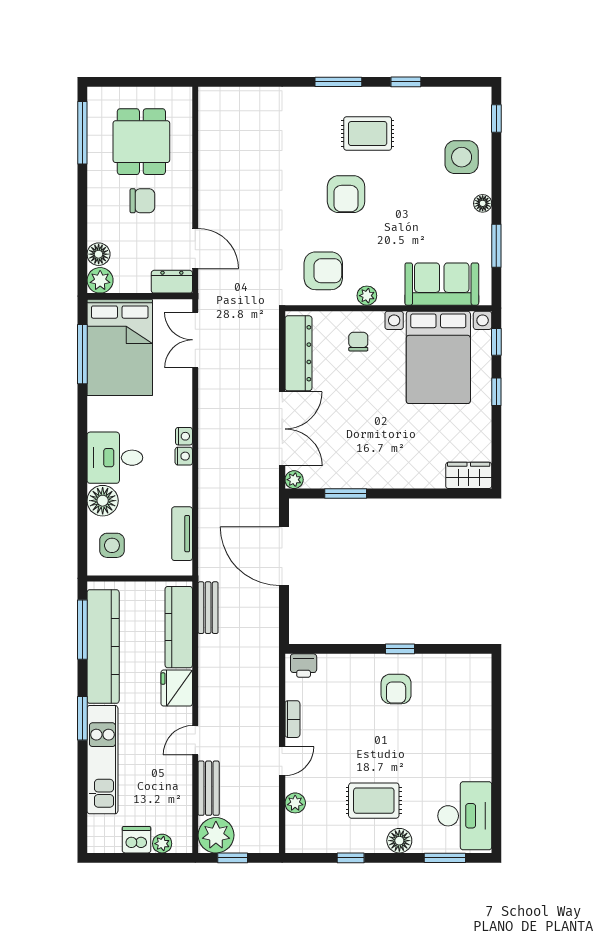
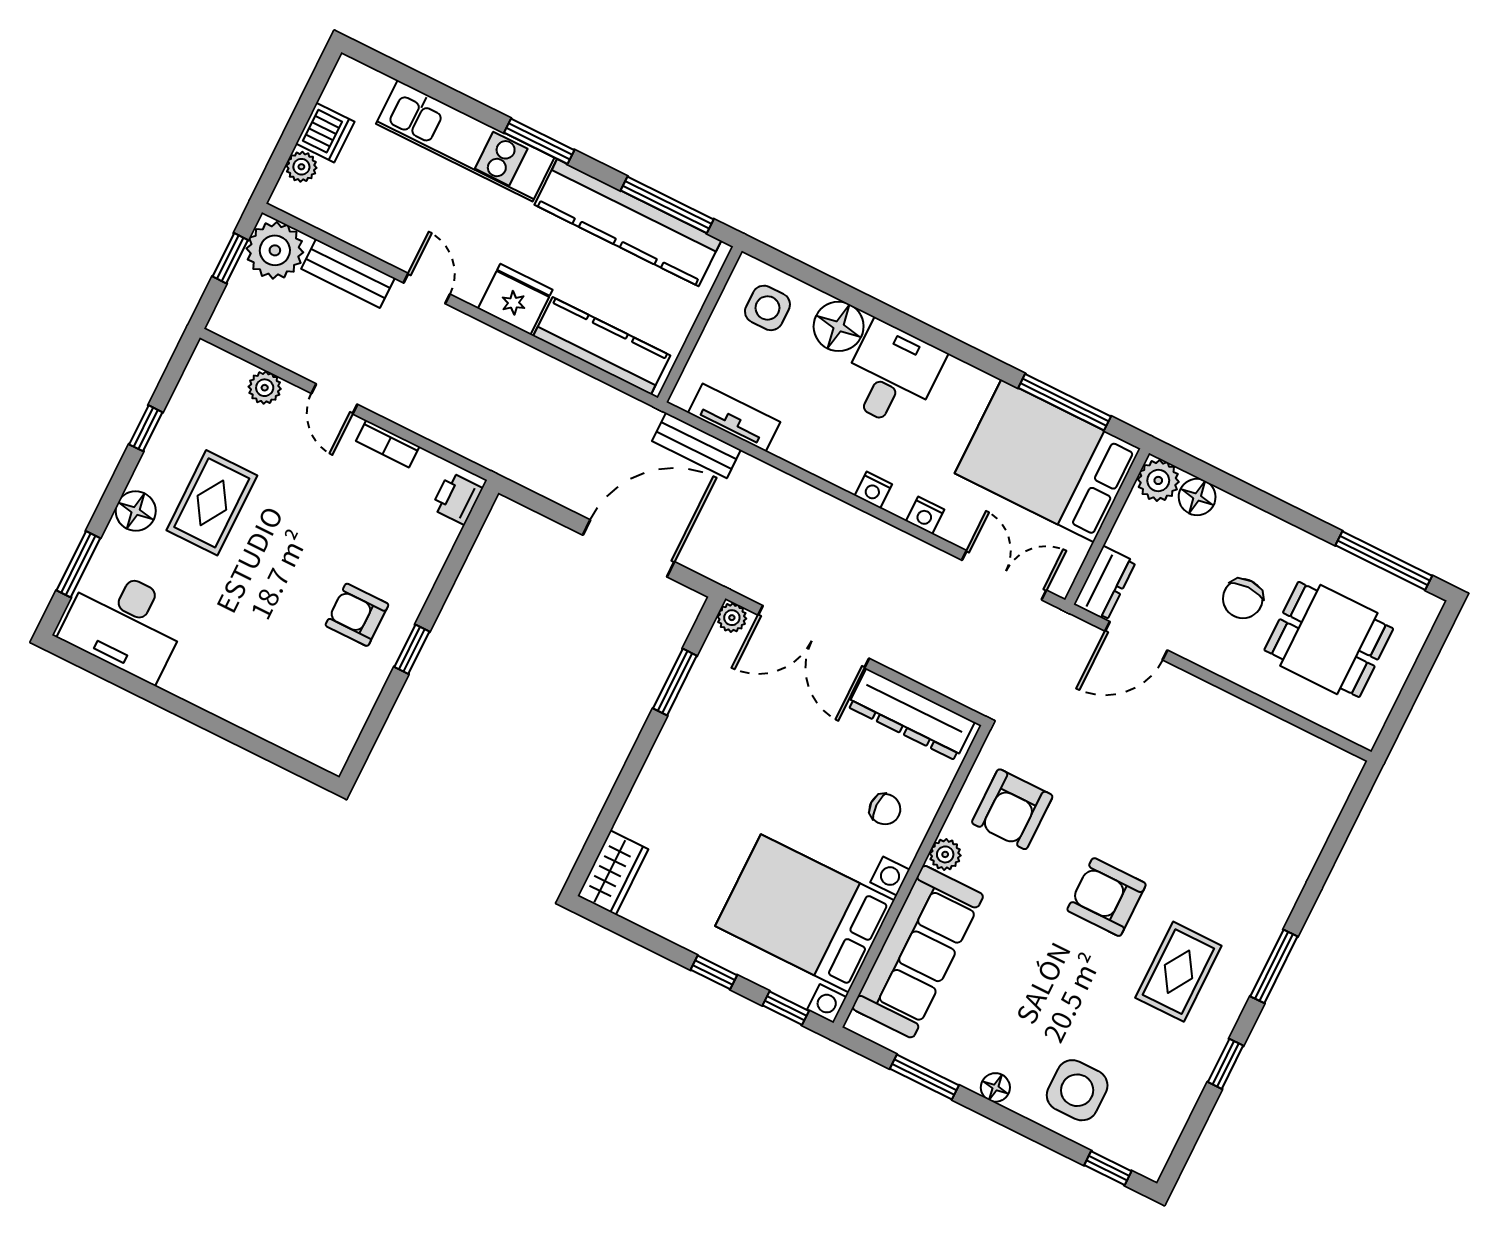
sofa: (442, 284) -> (918, 952), width x1.36
nightstand: (184, 456) -> (925, 515), moved
bench: (208, 608) -> (696, 445), moved

